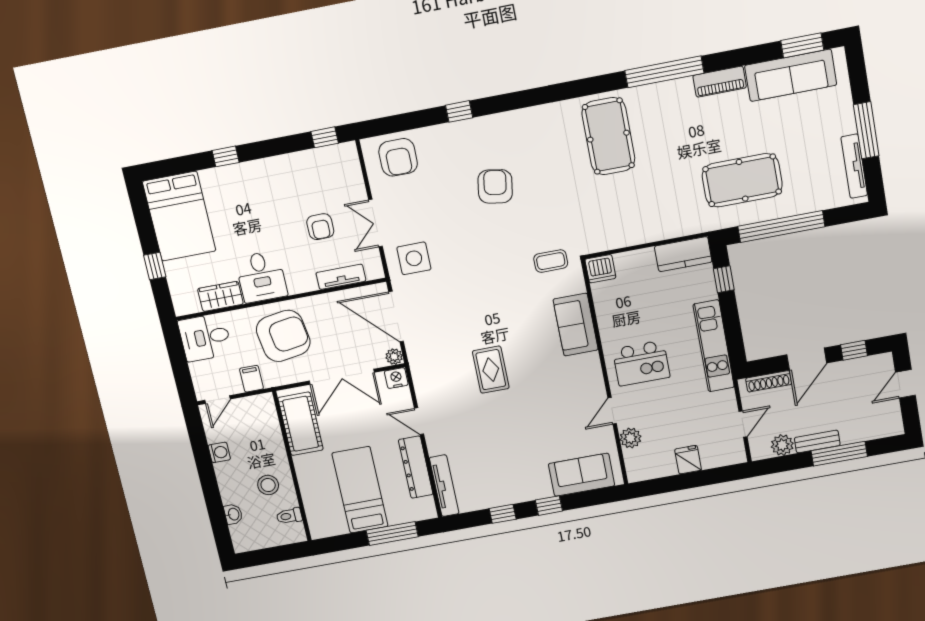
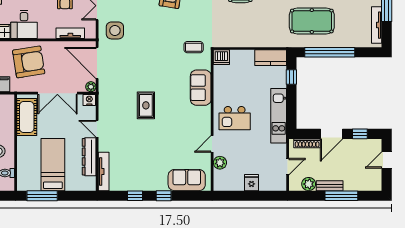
window: (392, 534) -> (42, 196), moved

